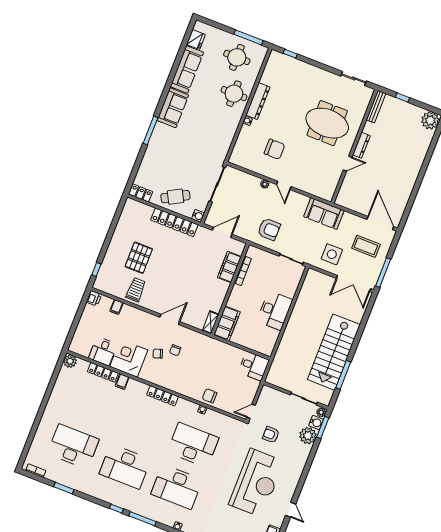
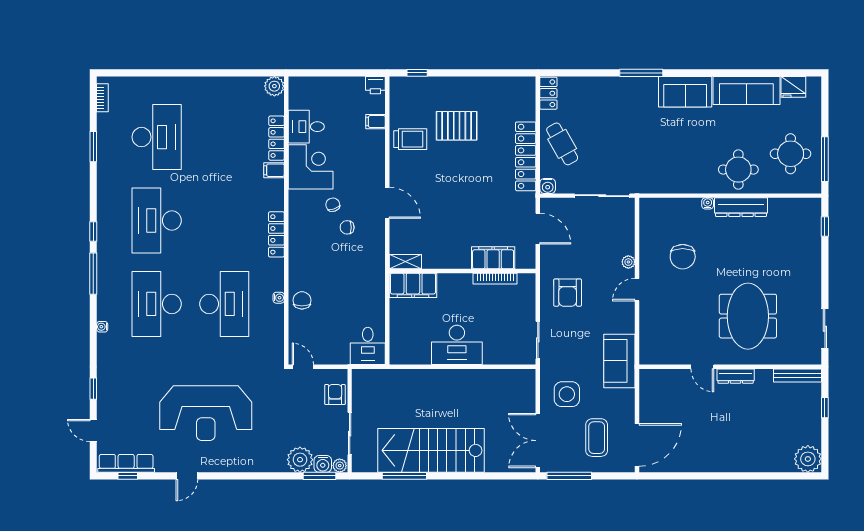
armchair: (271, 435) -> (335, 395), moved

